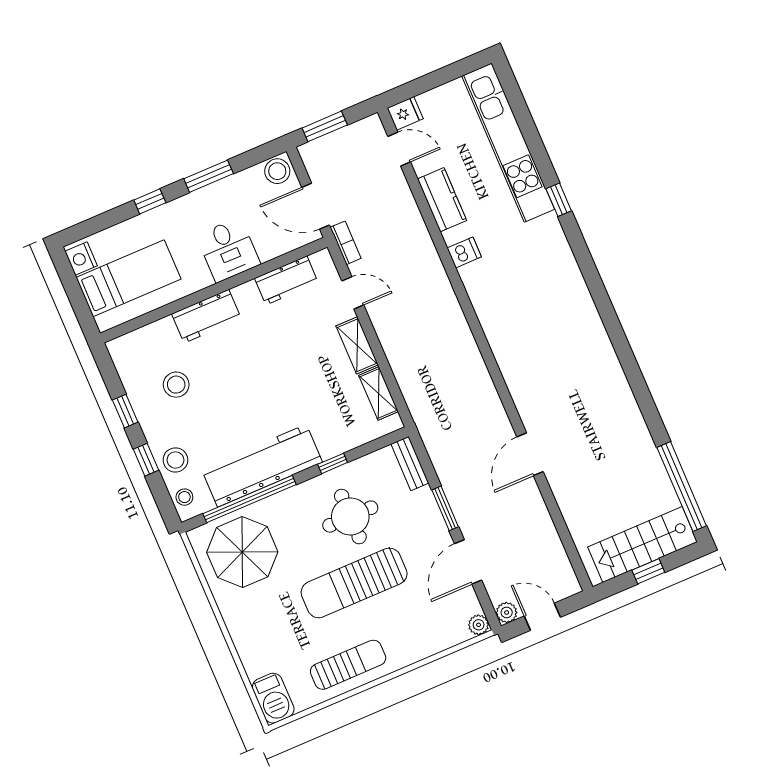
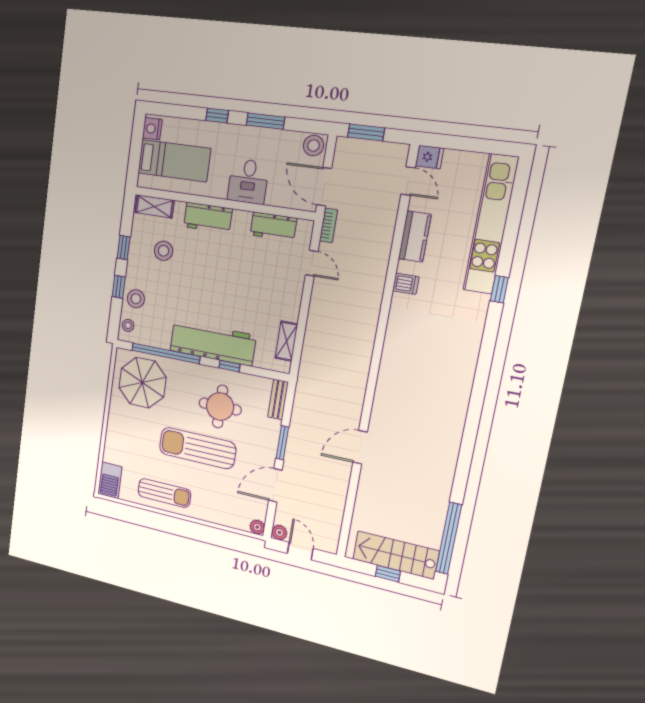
shelving: (357, 345) -> (154, 206), moved, turned 90
workbench: (262, 466) -> (213, 343), moved

